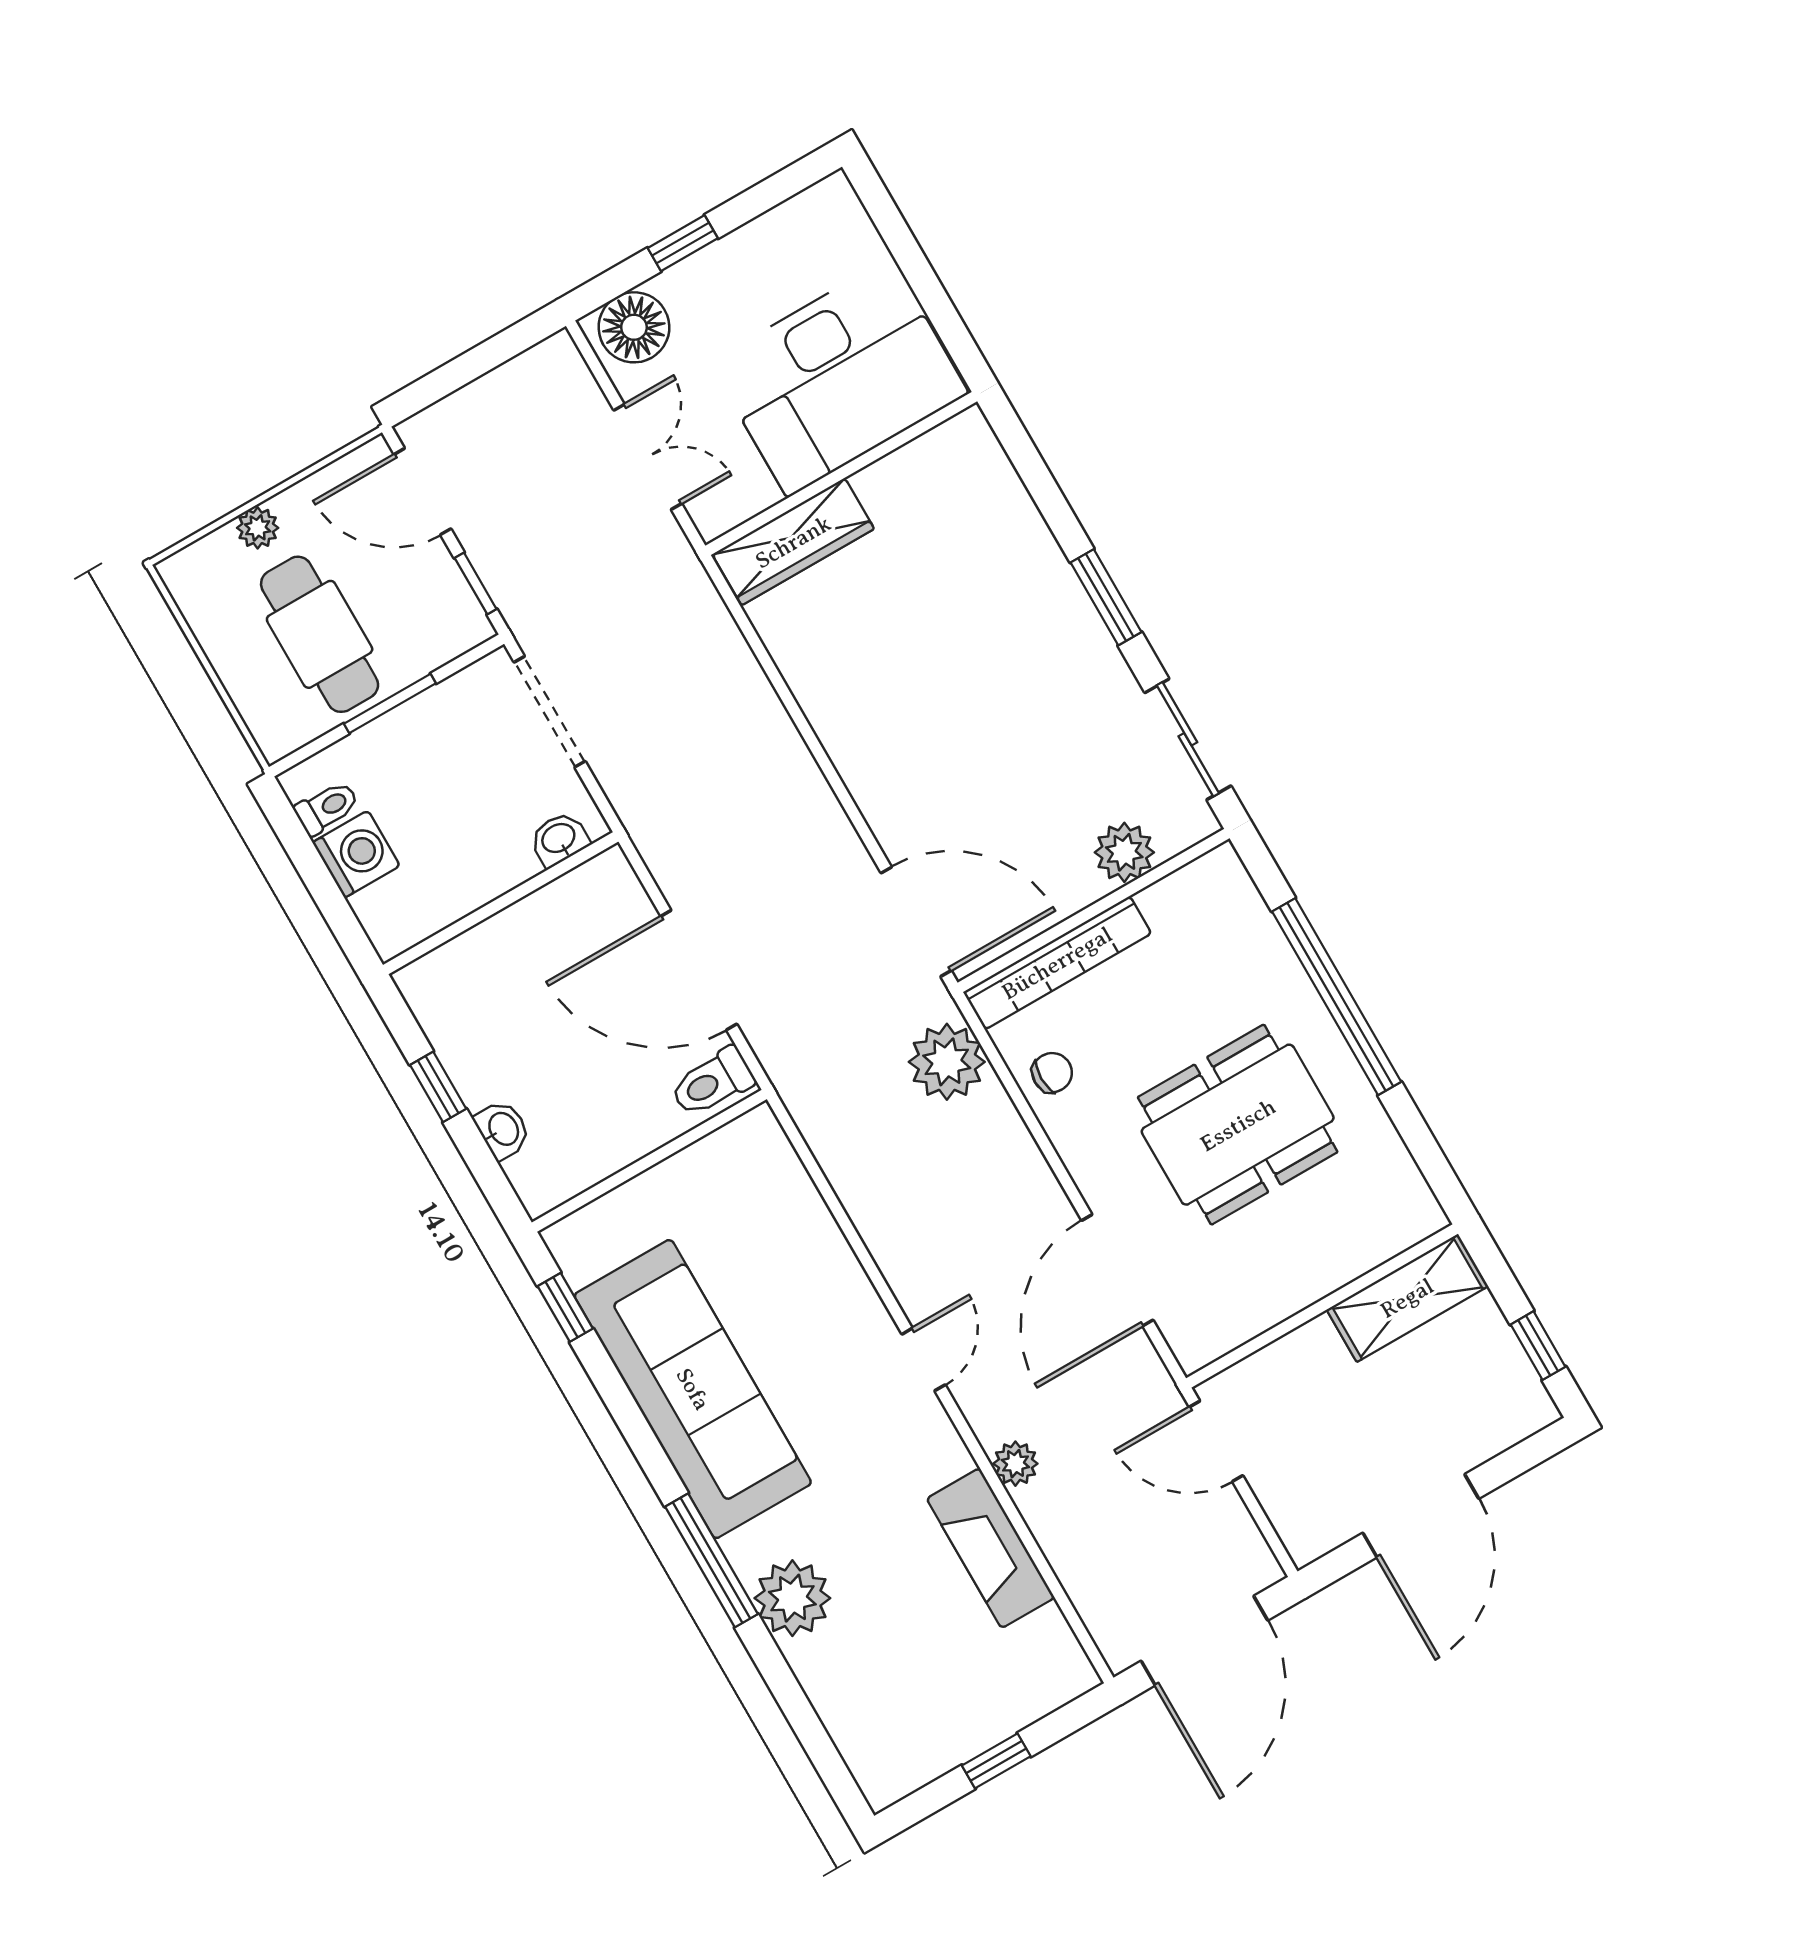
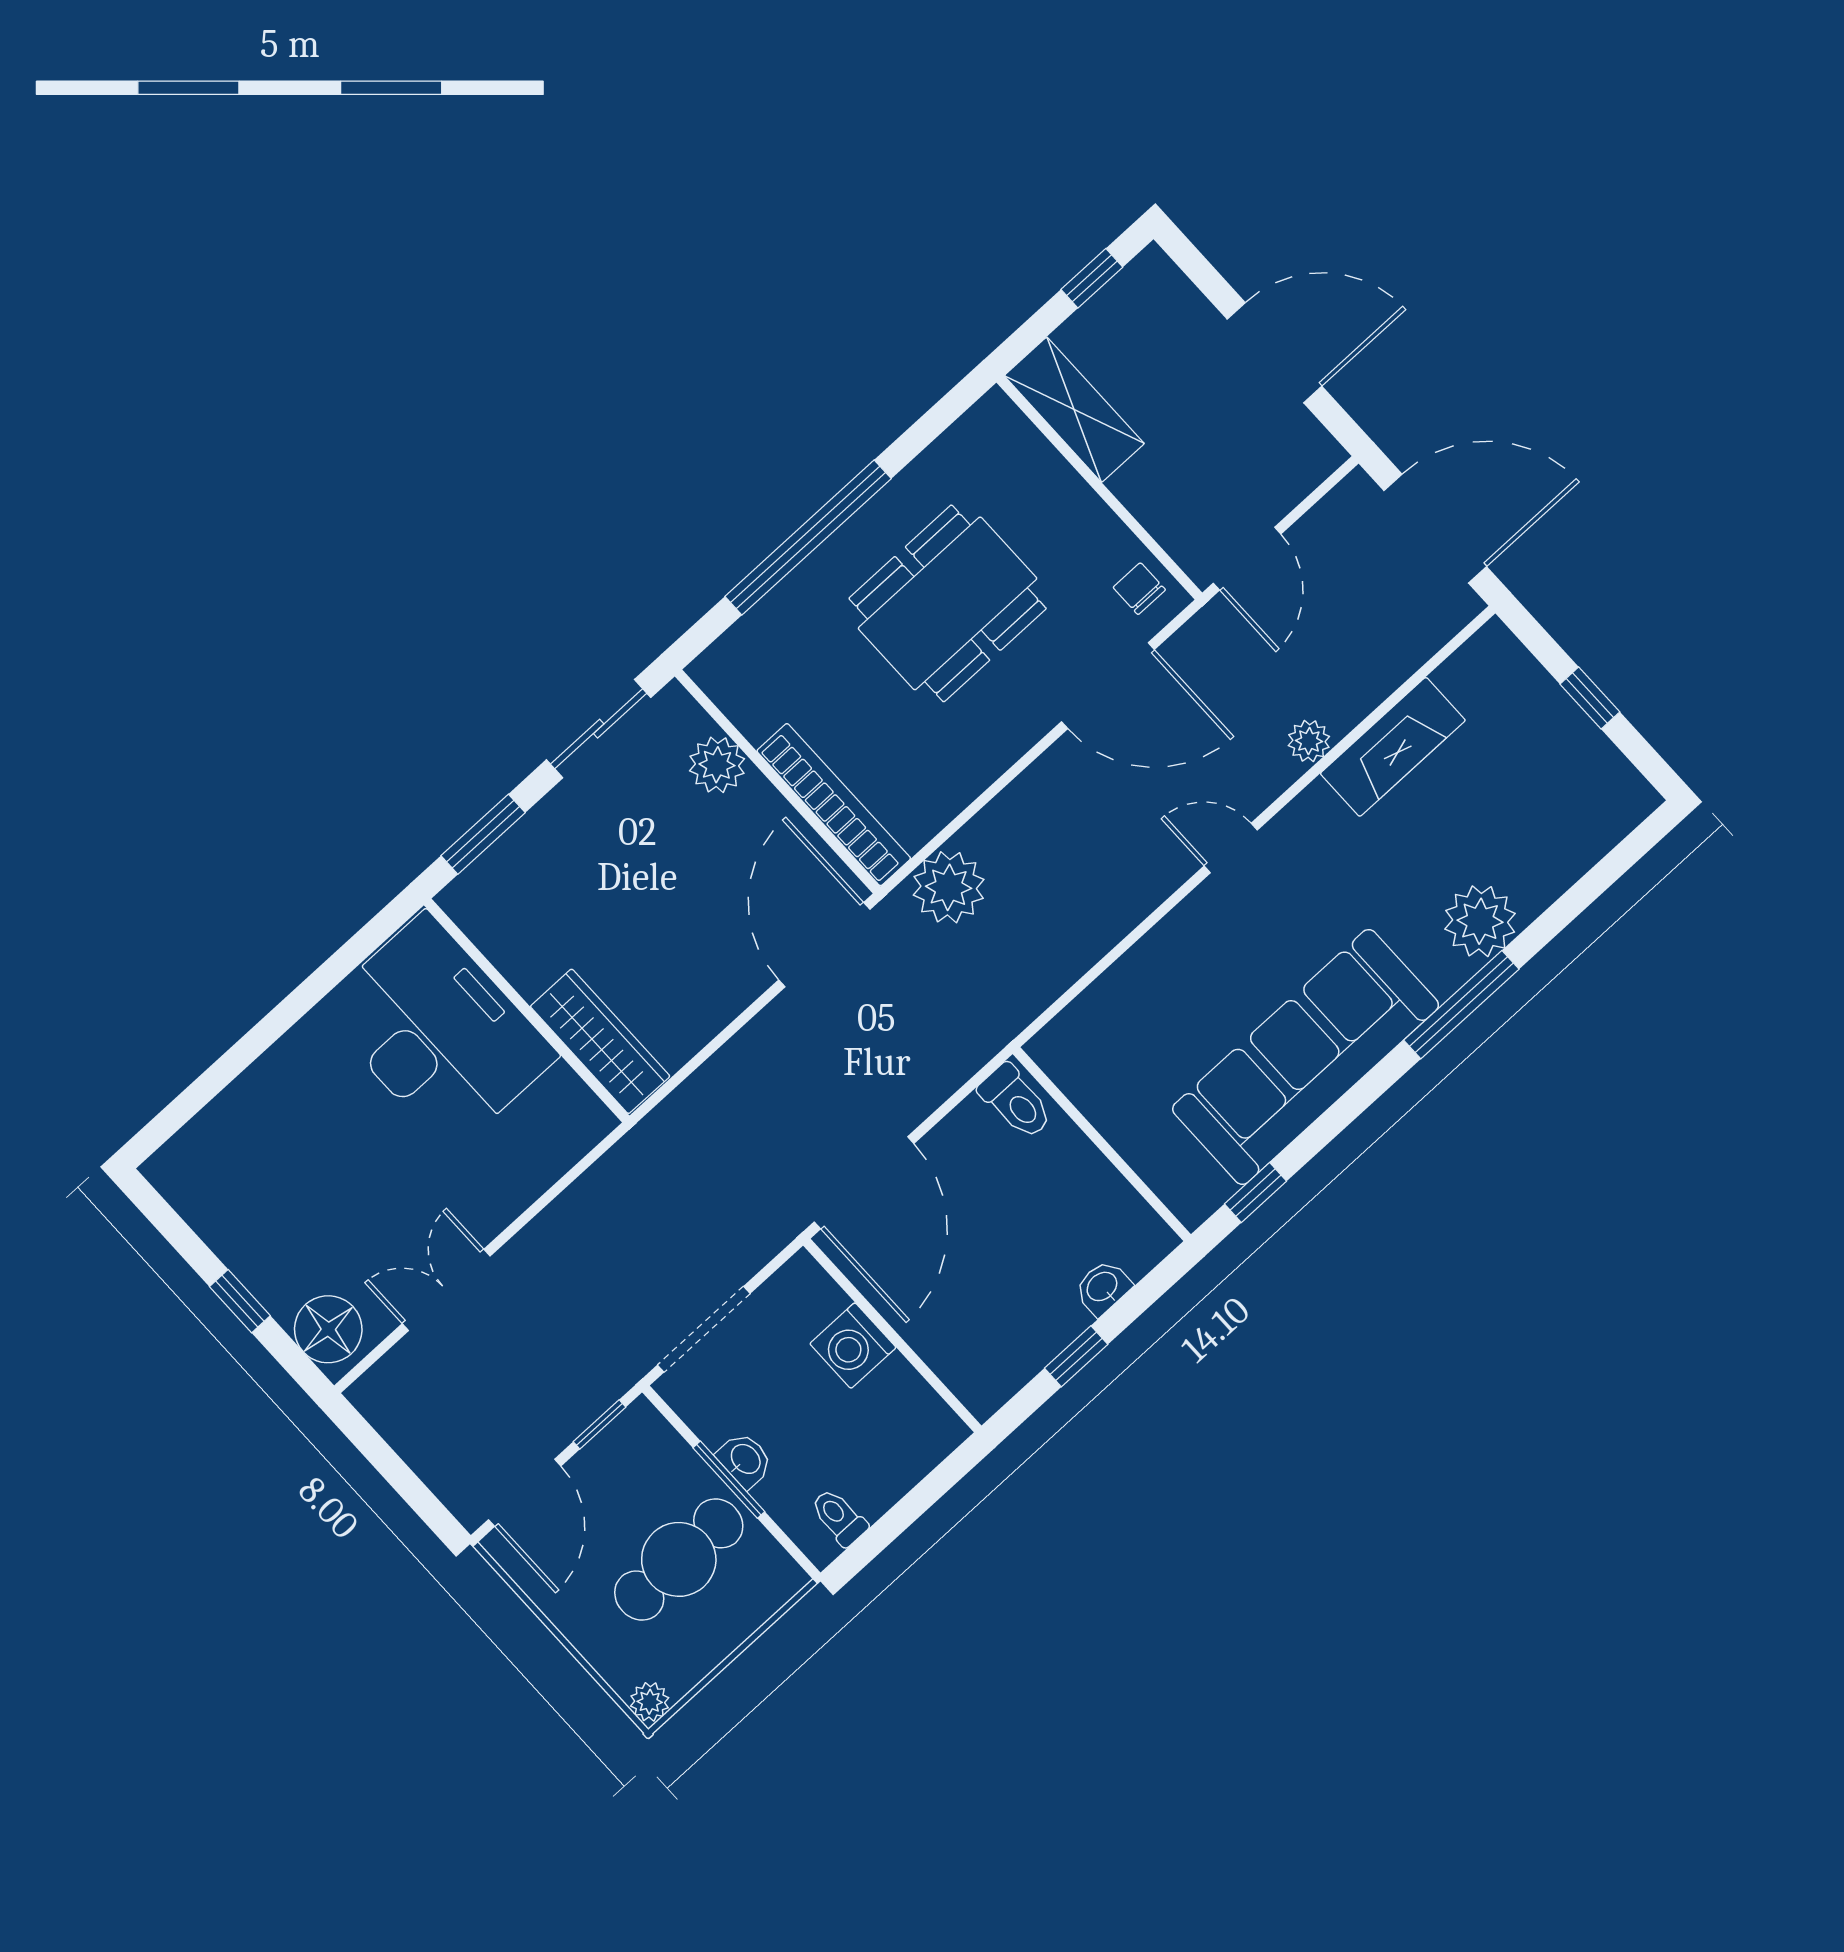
desk: (839, 378) -> (438, 1032), moved
wall: (841, 474) -> (527, 1010), moved
plant: (258, 528) -> (650, 1702), moved
wardrobe: (793, 542) -> (600, 1041), moved
washbasin: (559, 839) -> (745, 1460), moved, turned 180
washing machine: (356, 854) -> (853, 1346), moved, turned -90
door: (699, 970) -> (864, 1183), moved
chair: (1052, 1073) -> (1139, 589), moved
dining table: (1238, 1125) -> (948, 603), turned 90

